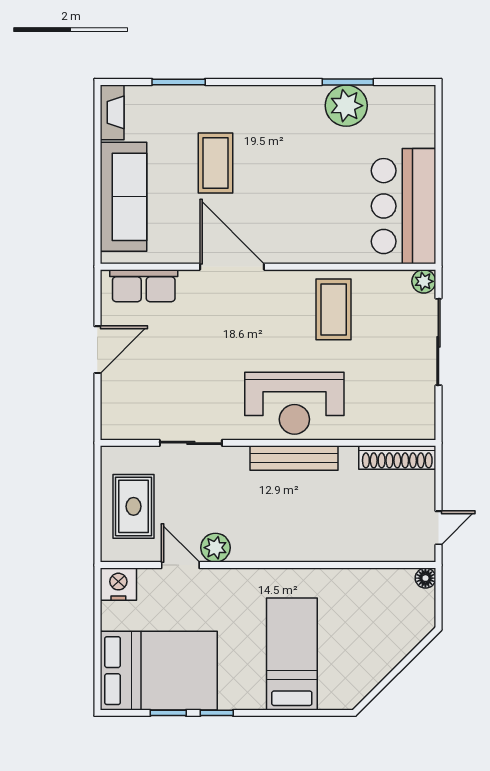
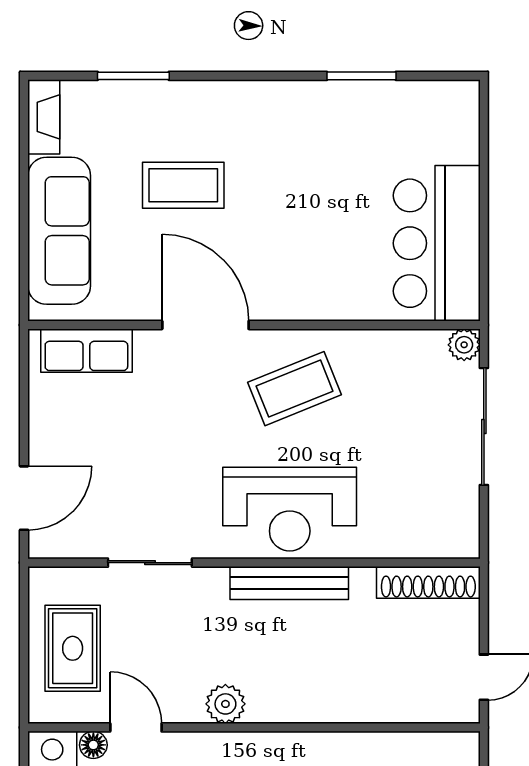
plant: (346, 106) -> (360, 108), removed
coffee table: (216, 163) -> (183, 185), turned 90
coffee table: (334, 309) -> (295, 389), moved, turned 68
door: (97, 350) -> (24, 498), moved
plant: (215, 548) -> (225, 704), moved
floor lamp: (425, 578) -> (93, 745), moved

